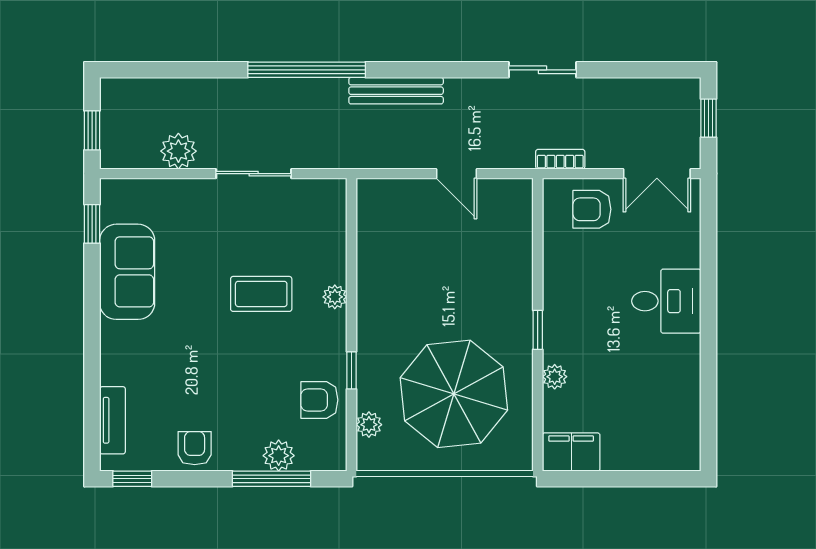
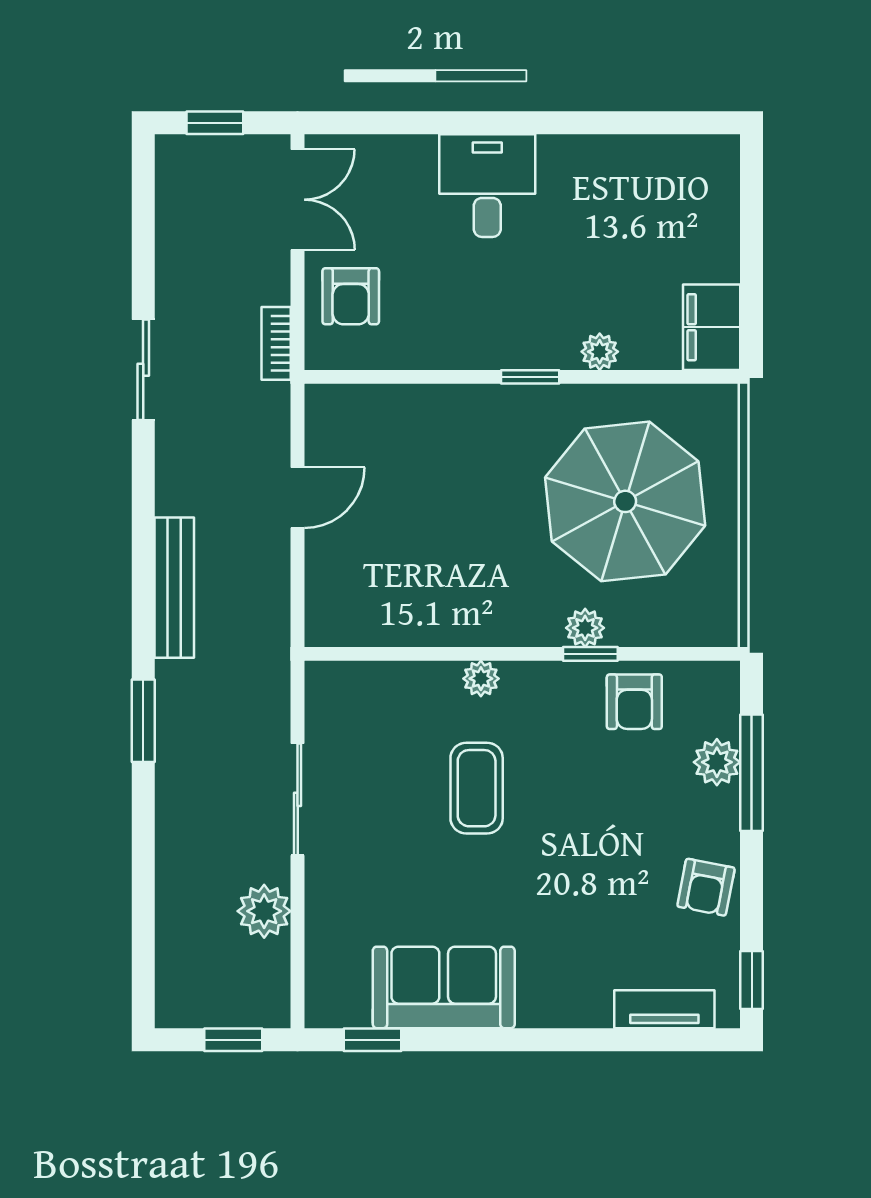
window: (307, 70) -> (143, 721), width x0.47
plant: (369, 425) -> (585, 628), moved
armchair: (195, 448) -> (706, 887), turned -79

